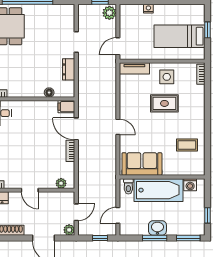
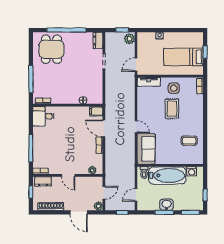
dresser: (69, 69) -> (98, 40), moved
rug: (164, 103) -> (172, 109), turned 90
sofa: (142, 164) -> (146, 149), moved, turned 90

